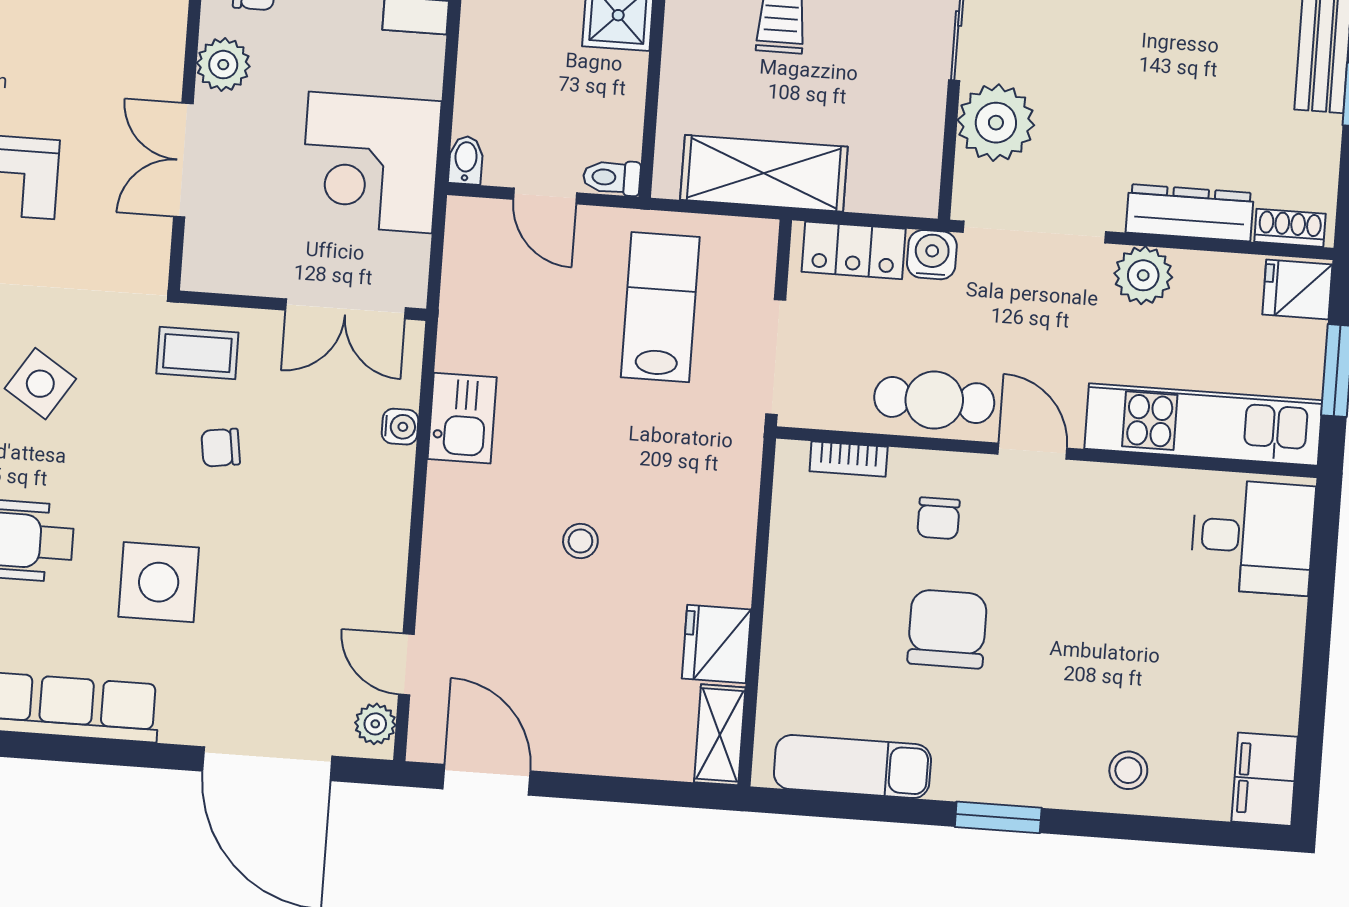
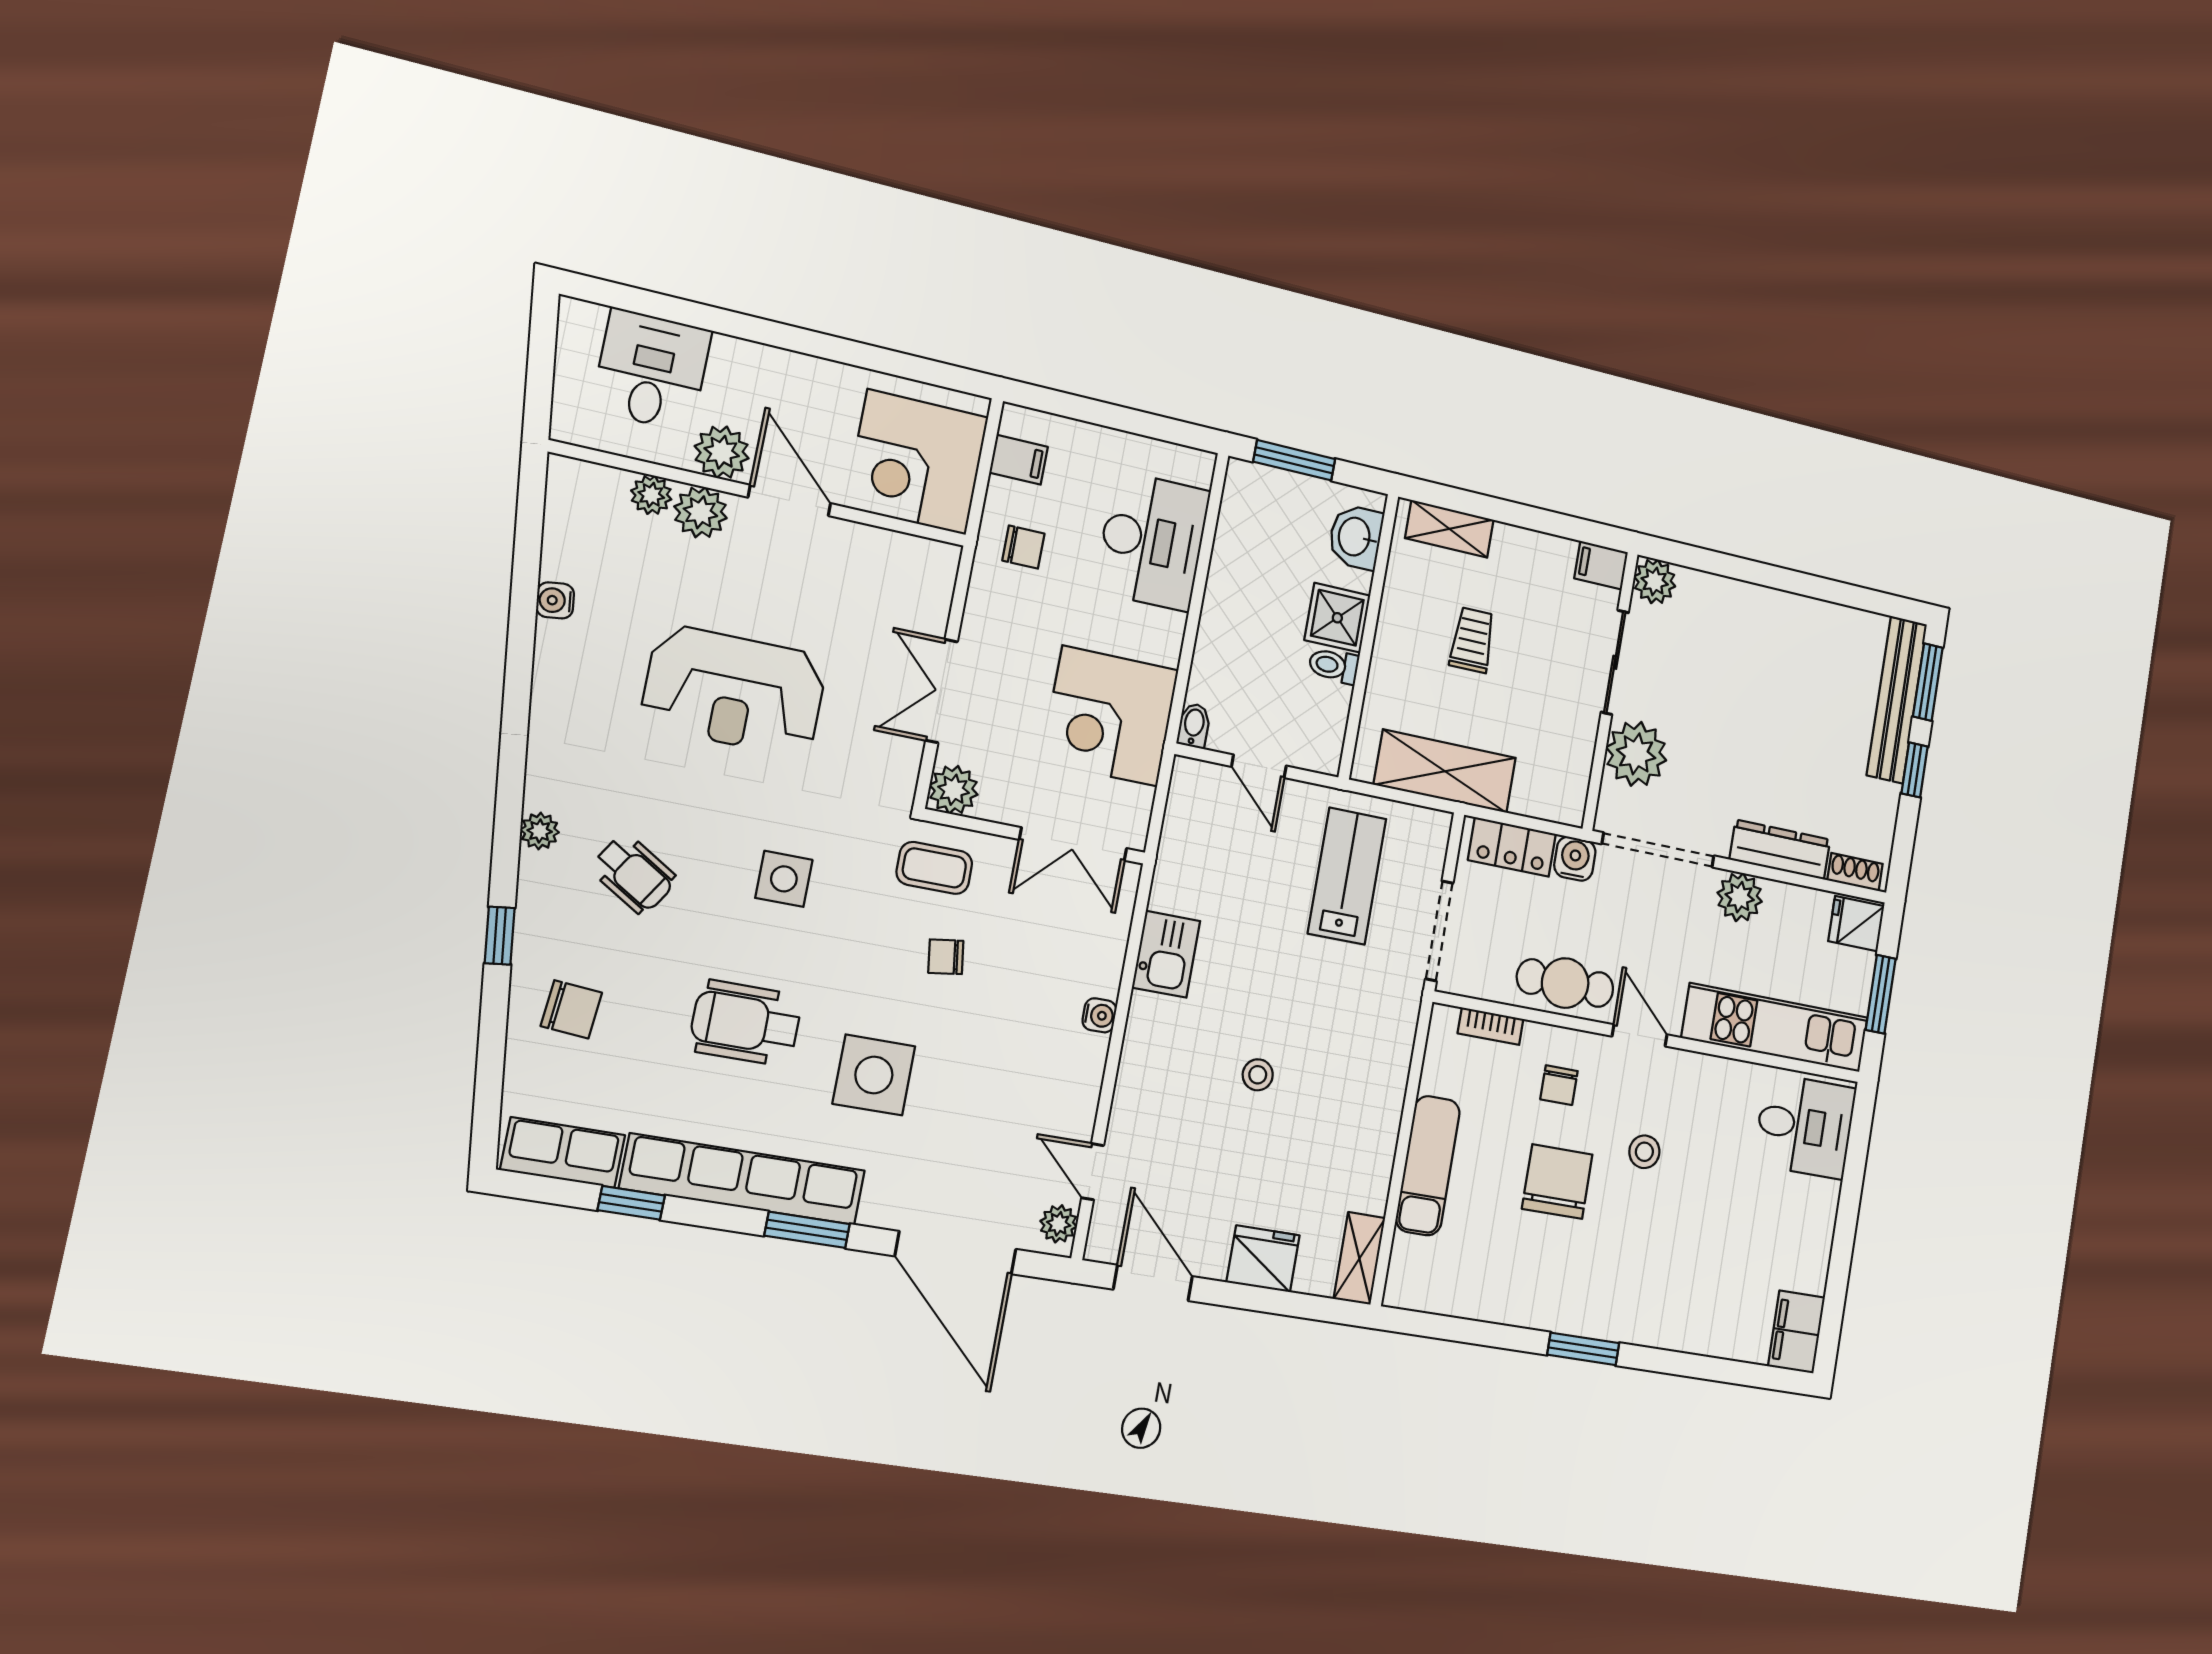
plant: (223, 65) -> (954, 790), moved
toilet: (612, 177) -> (1334, 666), moved
side table: (40, 384) -> (784, 879), turned -33
water cooler: (400, 427) -> (1099, 1015), moved
fridge: (717, 644) -> (1263, 1259), moved, turned 90
window: (108, 752) -> (807, 1230), added
exam couch: (852, 767) -> (1428, 1166), moved, turned 90
stool: (1128, 770) -> (1644, 1152), moved

